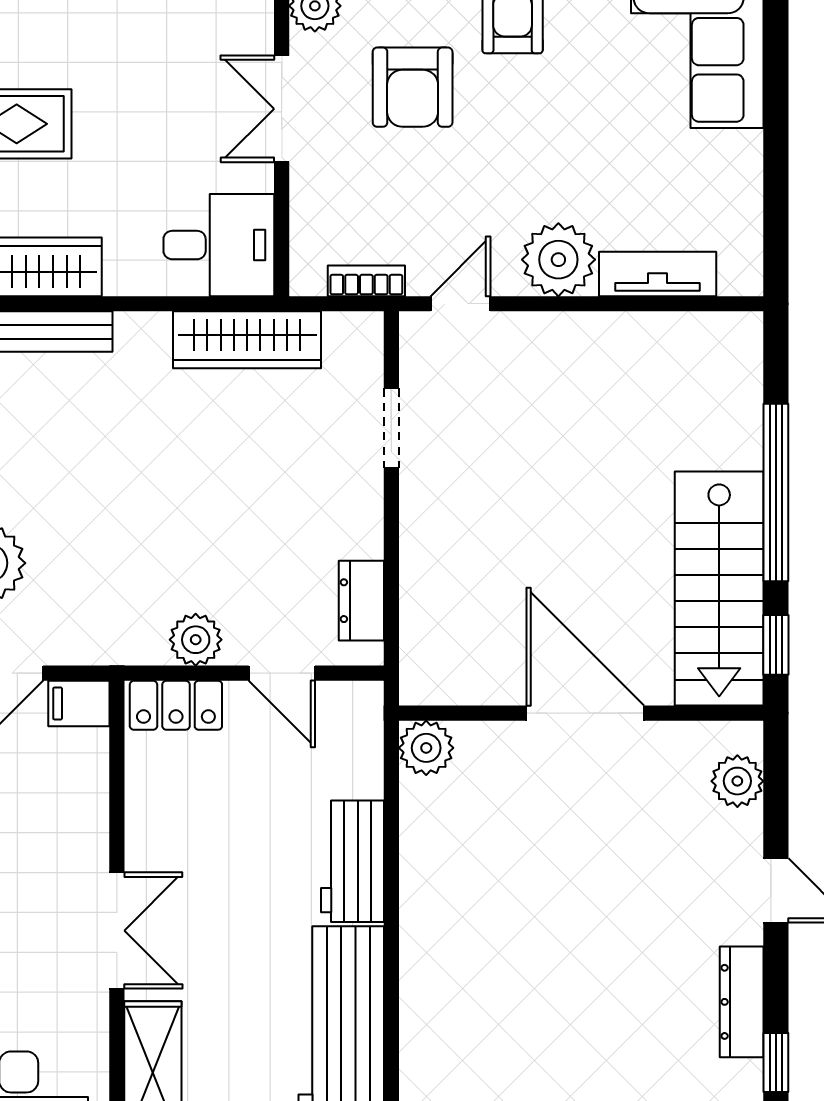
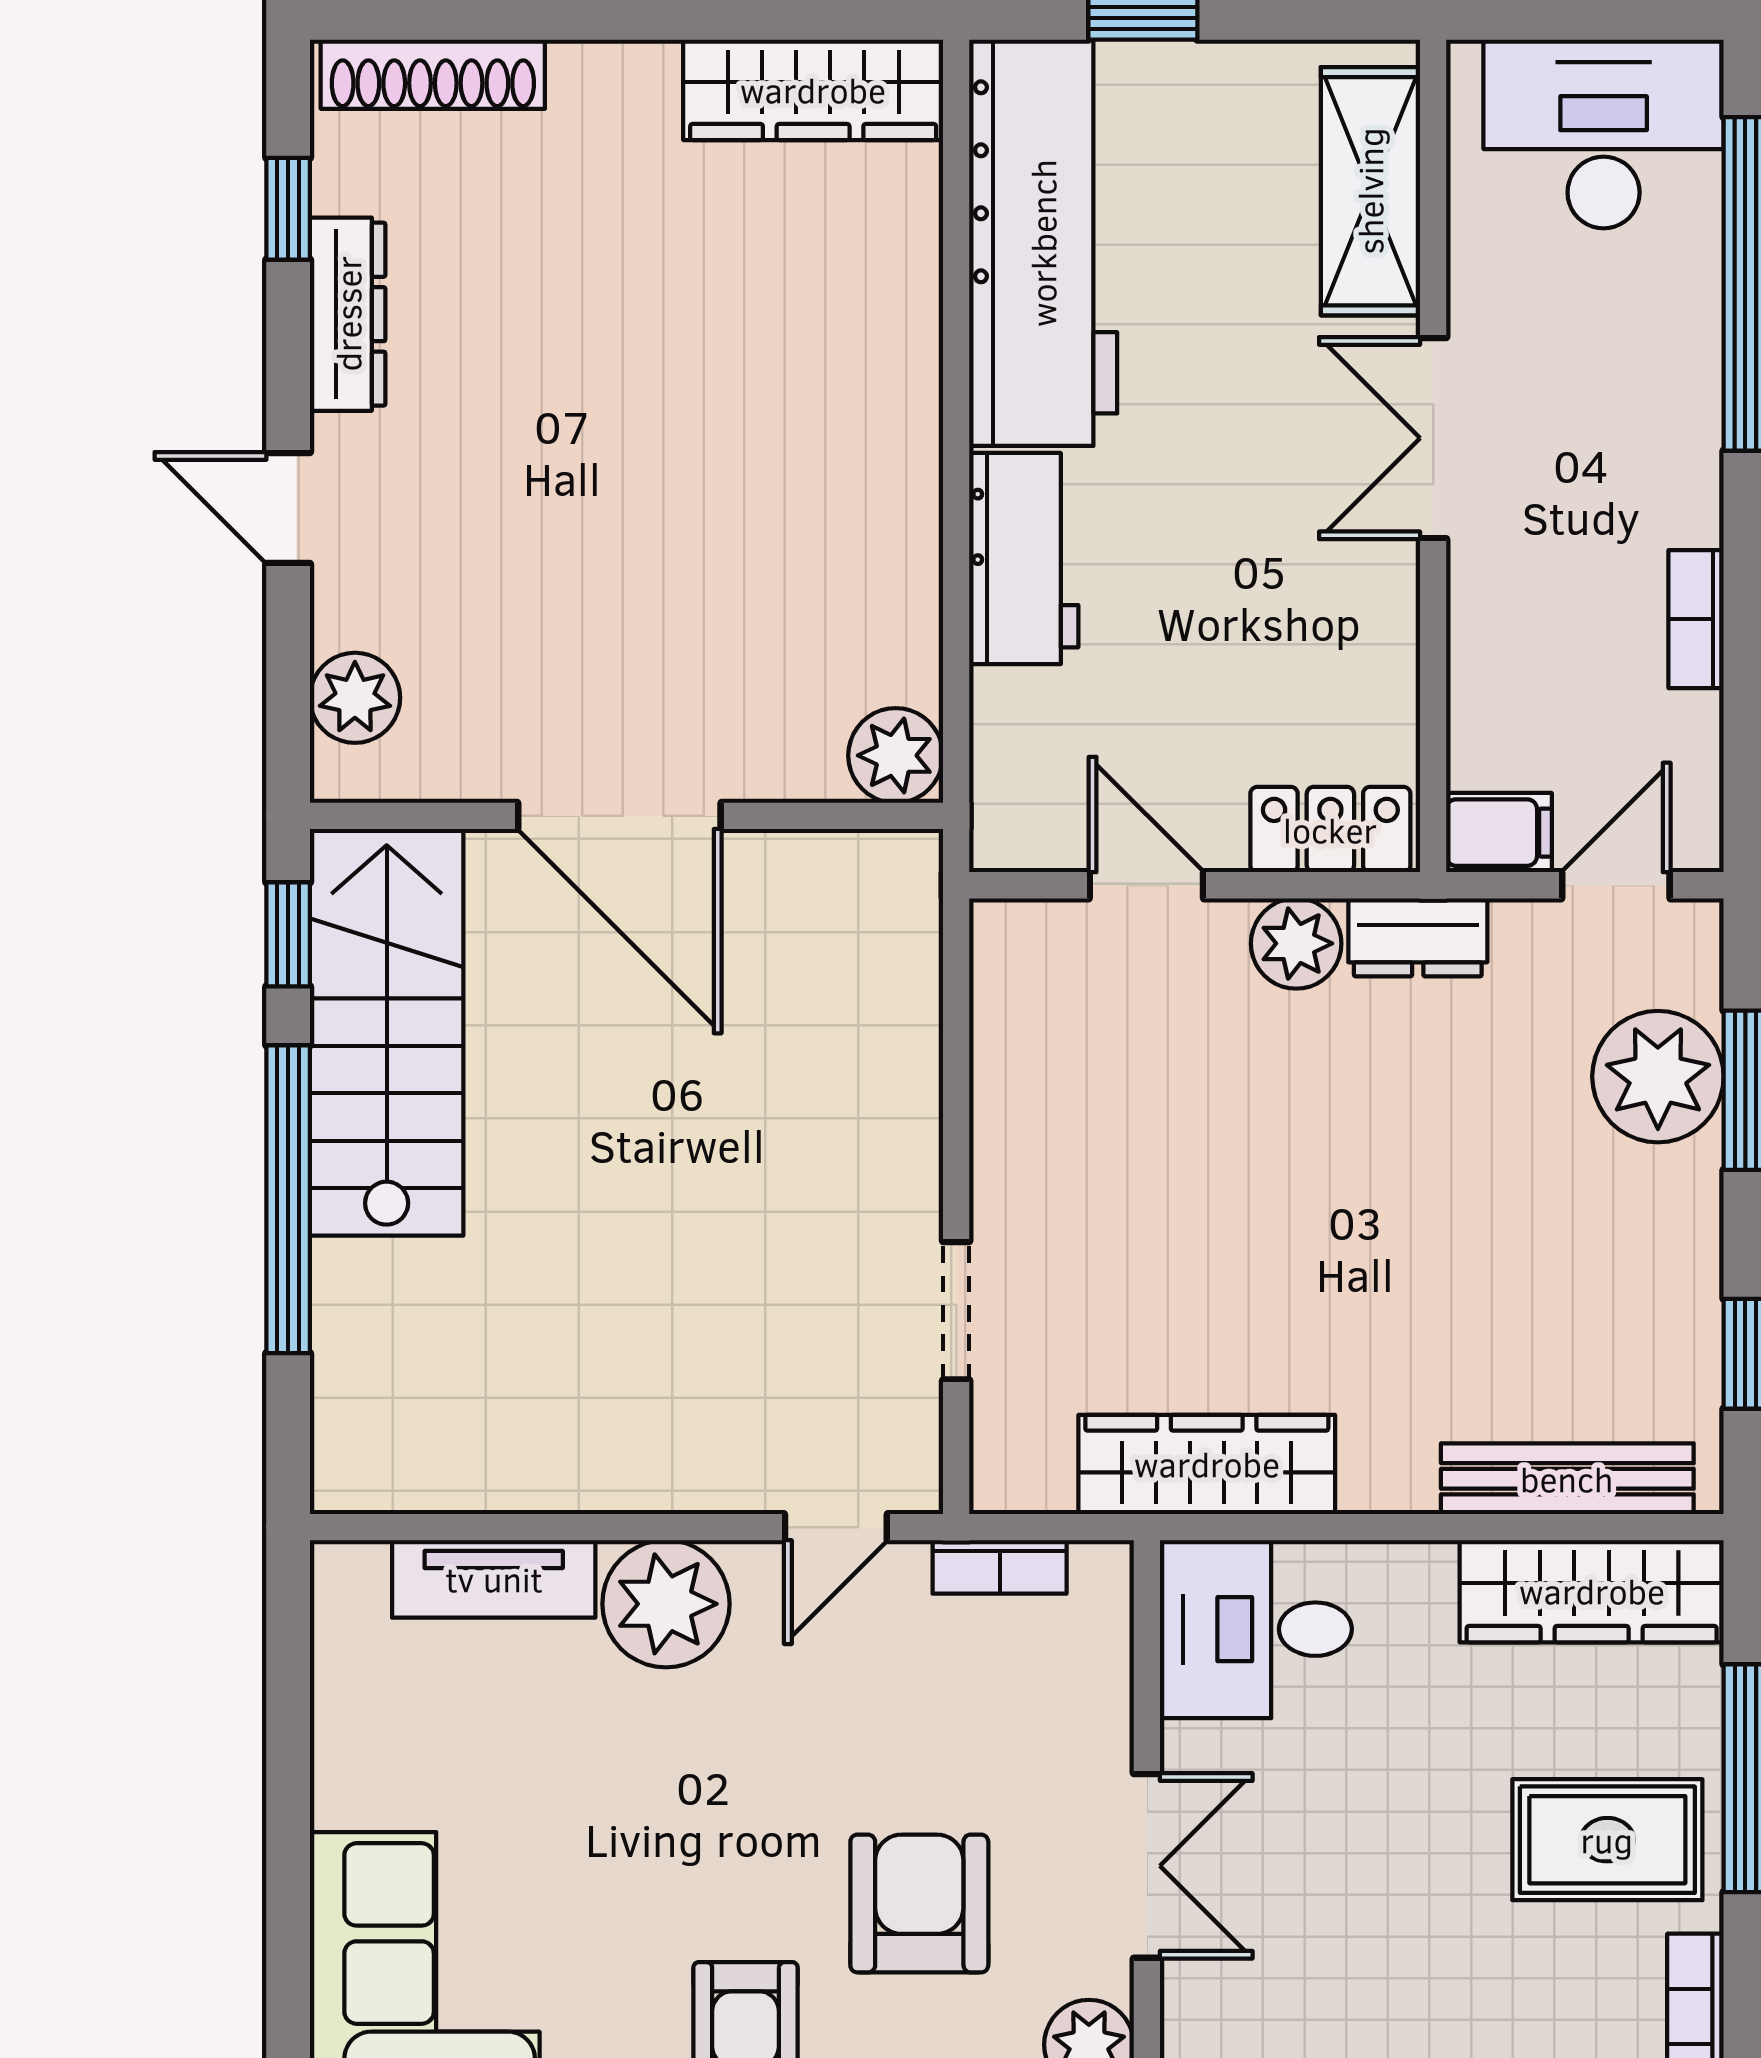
dresser: (361, 601) -> (1418, 937), moved, turned 90

